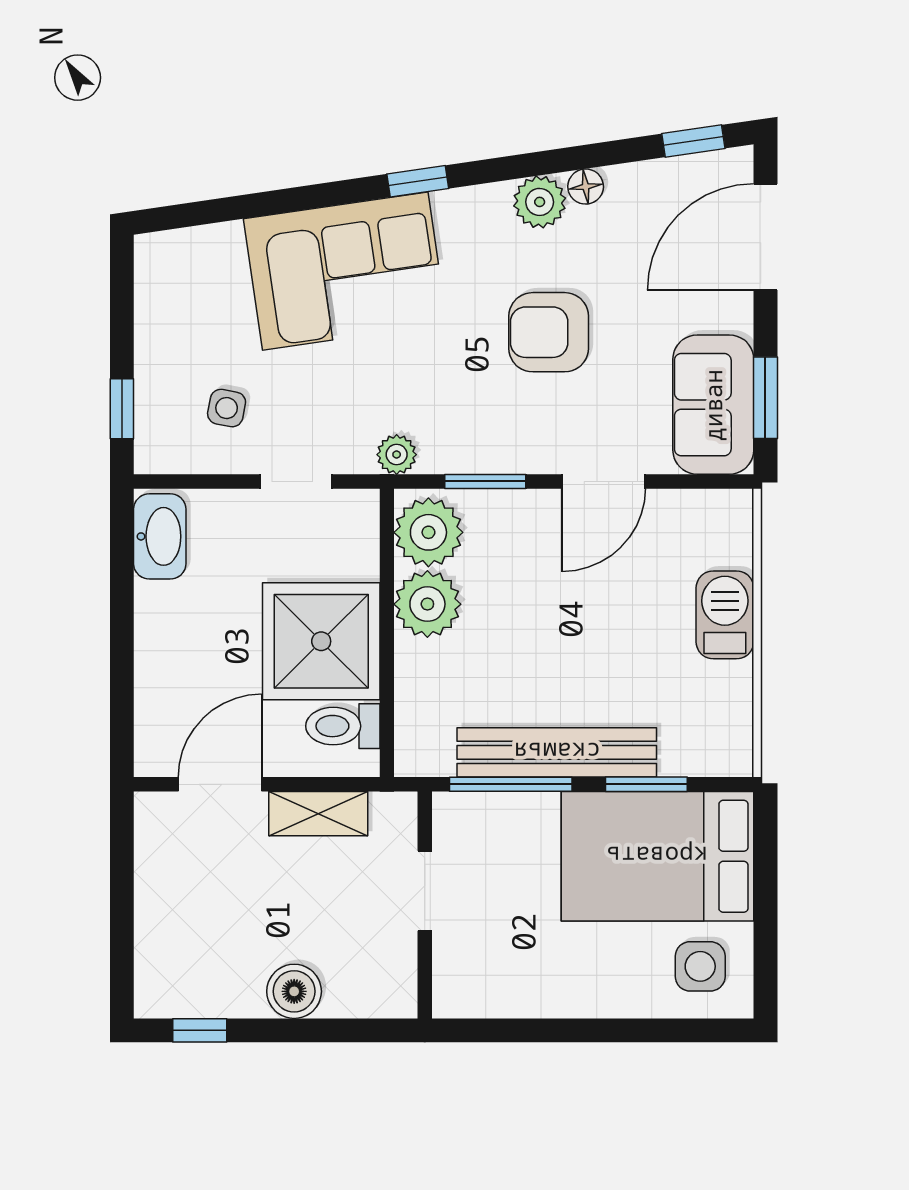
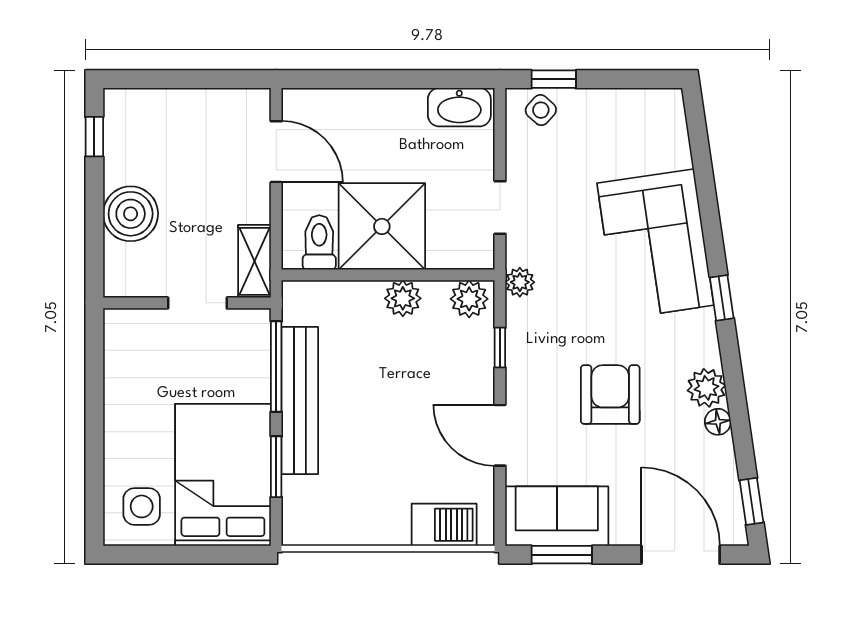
side table: (227, 408) -> (541, 110), moved, turned 31
window: (485, 481) -> (500, 348), width x0.67
plant: (428, 532) -> (469, 299), width x0.73, depth x0.73
plant: (427, 604) -> (403, 298), width x0.73, depth x0.73
barbecue: (725, 615) -> (444, 525), moved
shelving: (318, 814) -> (255, 261), moved
boiler: (294, 991) -> (131, 214), width x1.37, depth x1.37

